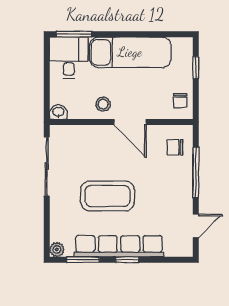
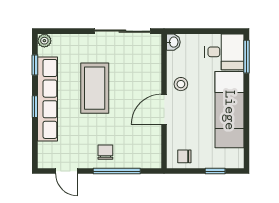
chair: (175, 147) -> (105, 152), moved
window: (83, 260) -> (35, 65), width x0.67

